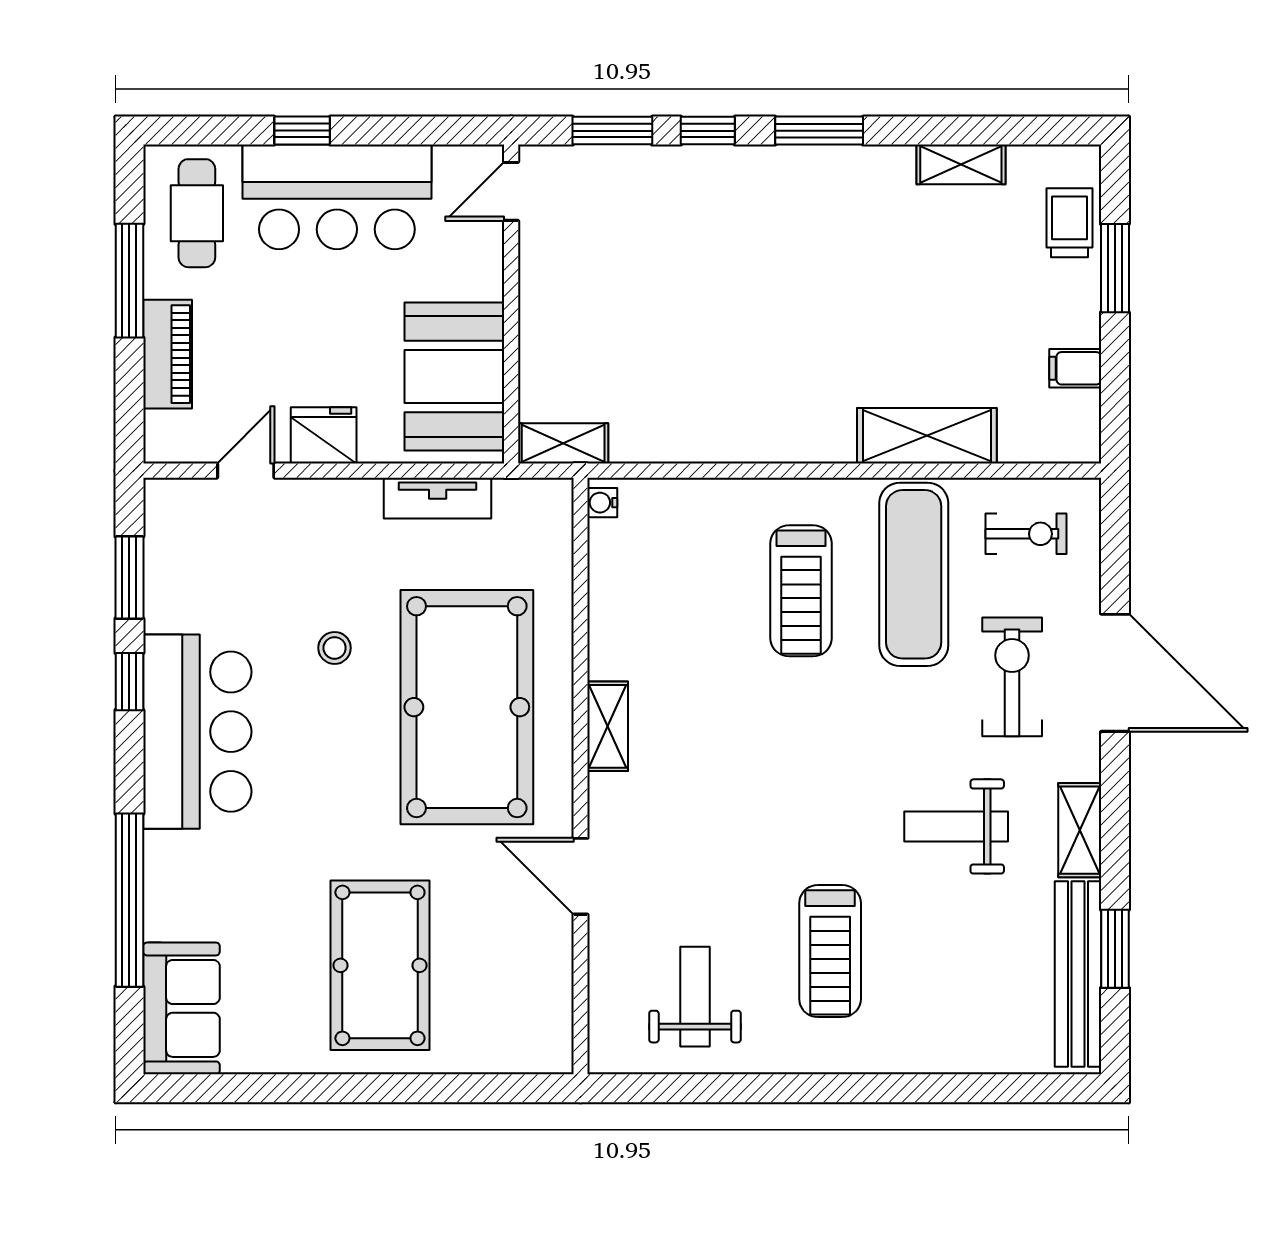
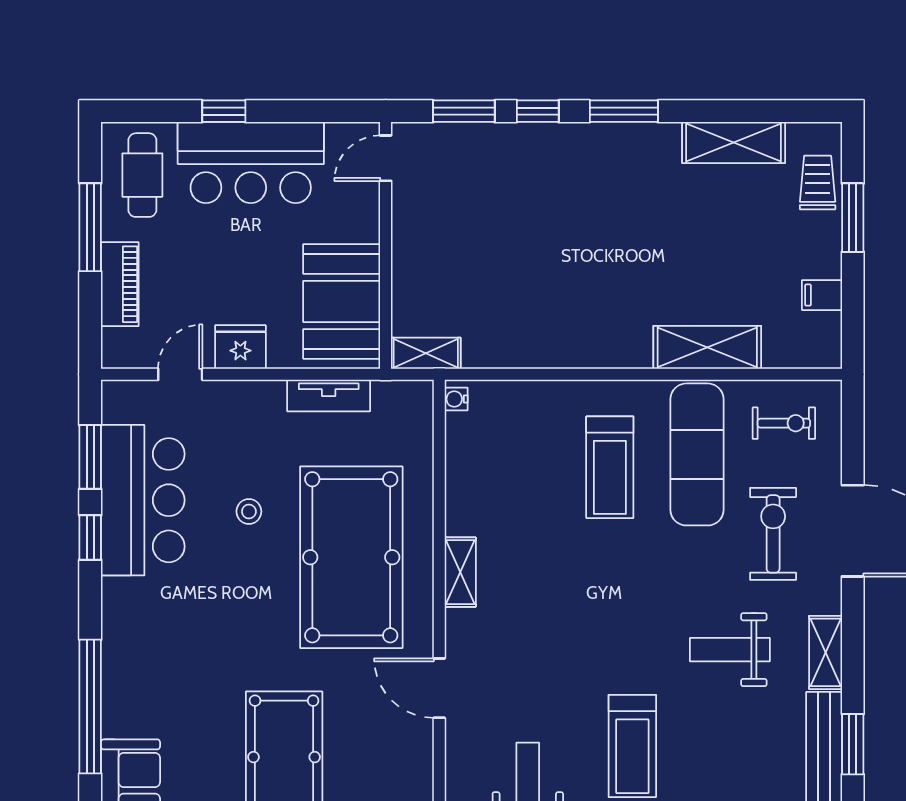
shelving: (961, 164) -> (734, 142), width x1.50, depth x1.33
bar counter: (197, 732) -> (143, 500), moved

